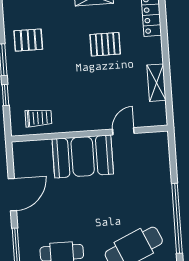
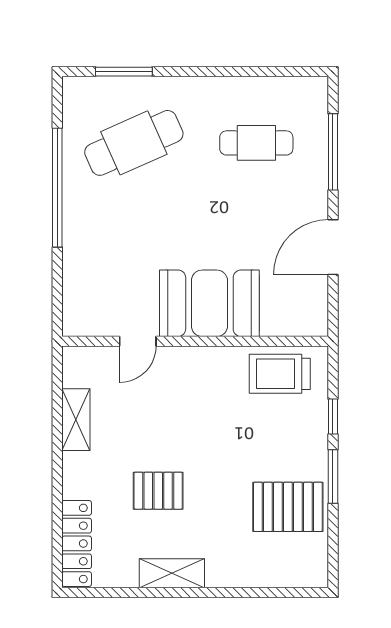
pallet: (28, 40) -> (288, 507), width x1.50, depth x1.42
trolley: (38, 118) -> (280, 374), width x1.36, depth x1.39

